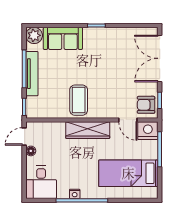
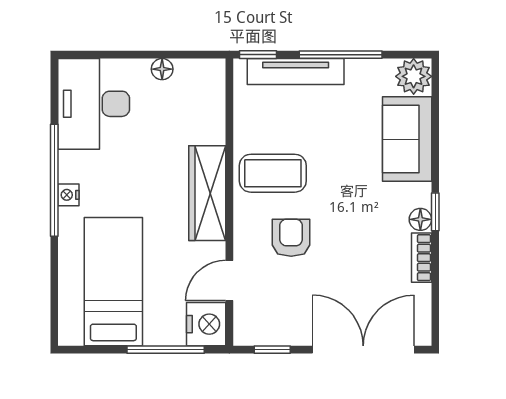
floor lamp: (100, 32) -> (420, 219), added
bookcase: (117, 32) -> (422, 258), added
tv unit: (32, 74) -> (296, 71), moved
armchair: (146, 105) -> (291, 238), moved
door: (24, 137) -> (193, 55), removed
desk: (41, 182) -> (94, 104), width x1.37
nightstand: (75, 194) -> (68, 195), moved

